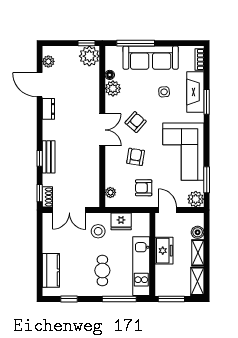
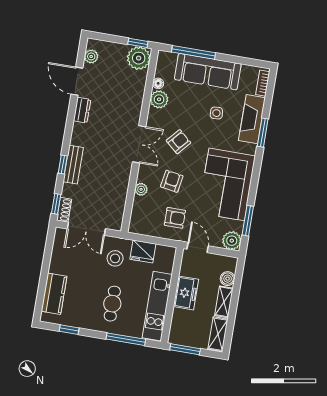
armchair: (144, 188) -> (175, 218), turned 180
plant: (110, 192) -> (141, 189), moved

